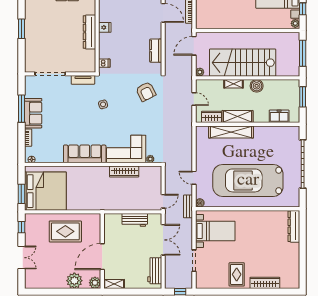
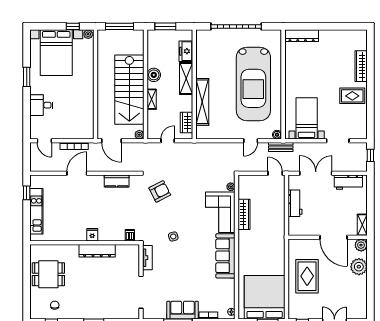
shelving: (238, 117) -> (186, 79), moved

